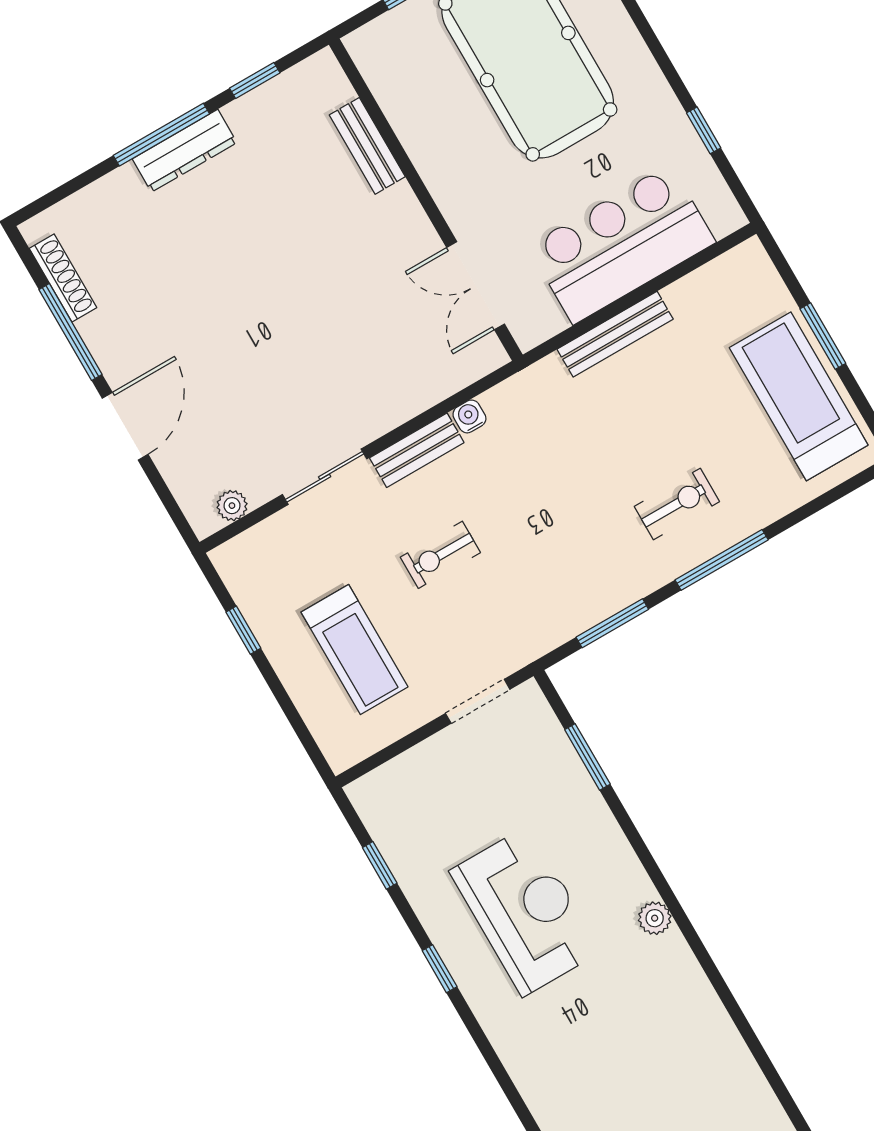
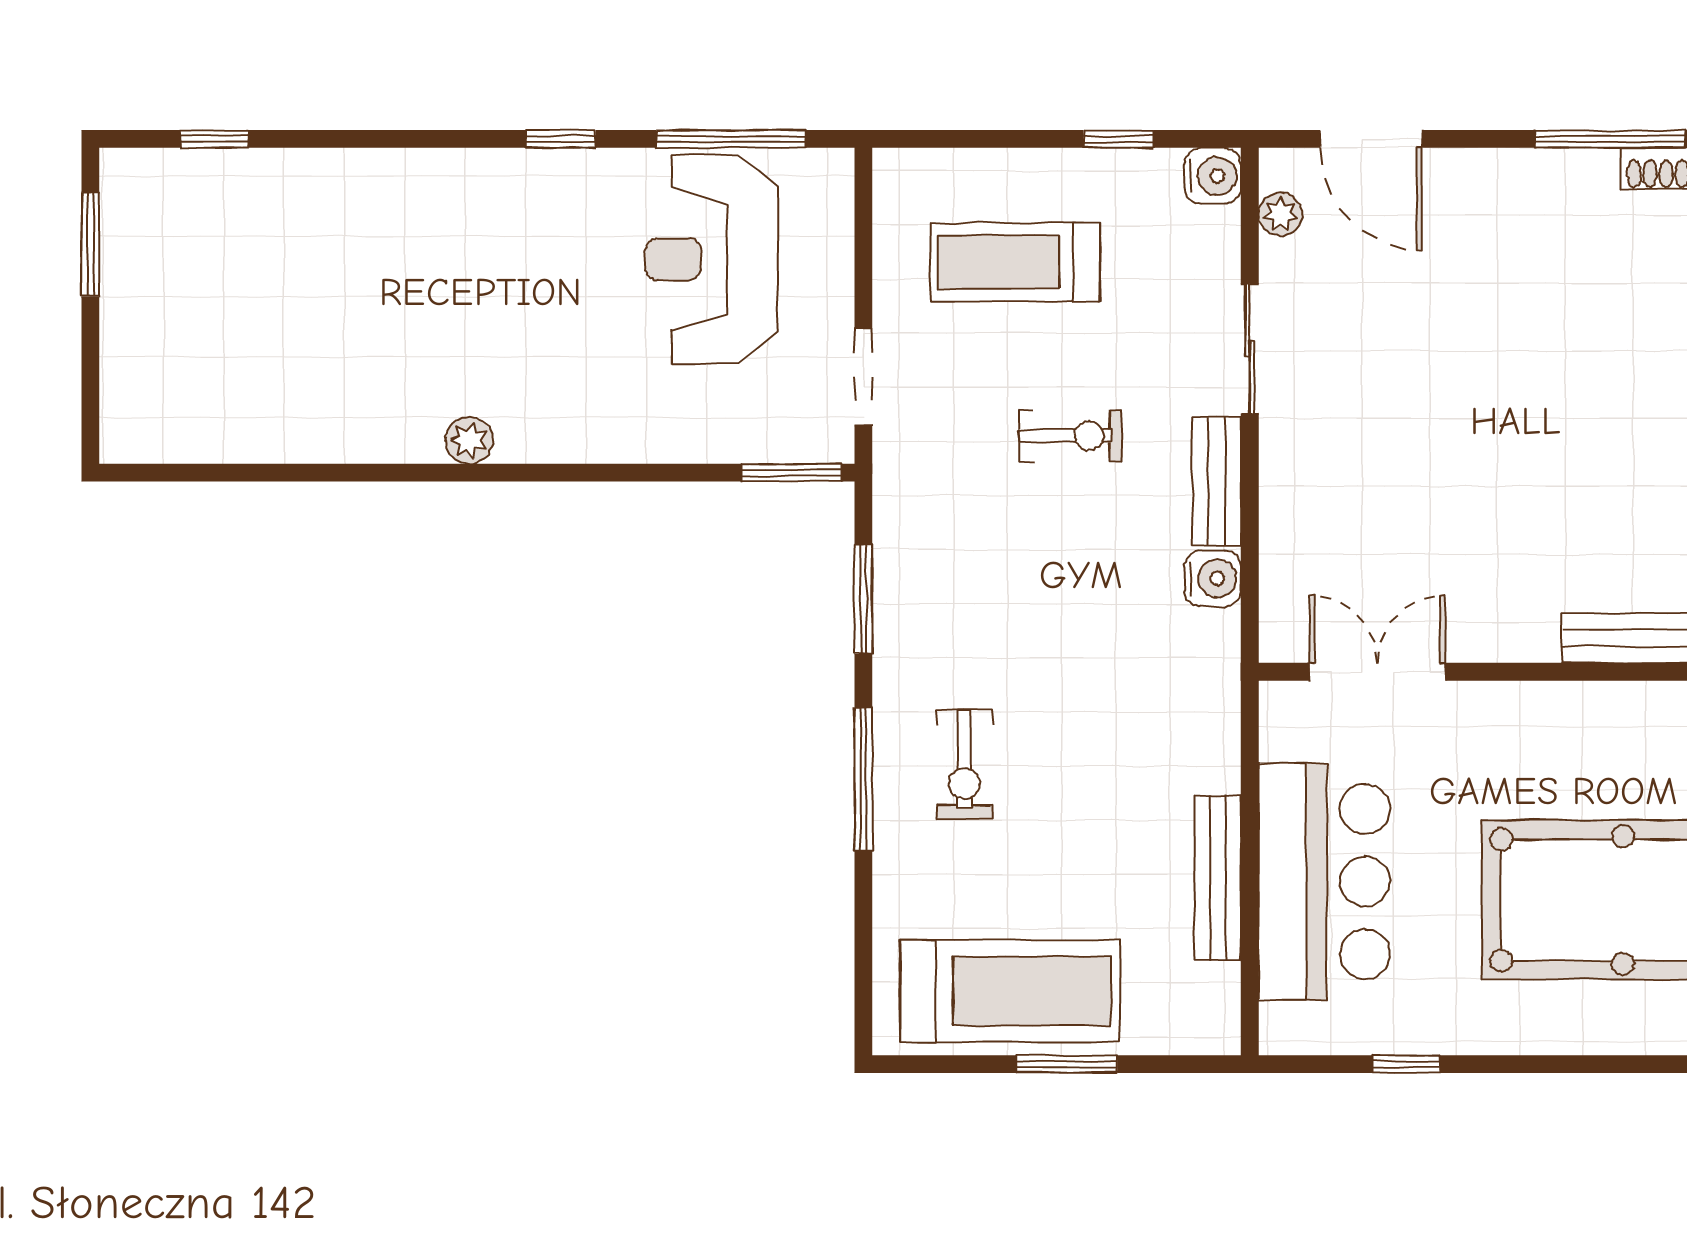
bench: (615, 334) -> (1218, 878), moved
water cooler: (469, 416) -> (1213, 578), width x1.38, depth x1.38
door: (125, 426) -> (1371, 139), moved
exercise bike: (440, 555) -> (1071, 436), turned 90
water cooler: (233, 560) -> (1213, 176), added
window: (587, 757) -> (792, 473), moved
window: (380, 865) -> (731, 139), width x2.17
reception desk: (525, 911) -> (711, 259), moved, turned 90

